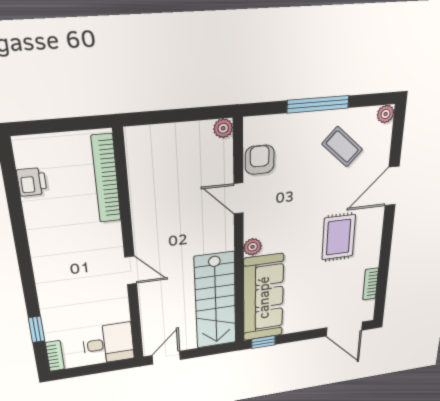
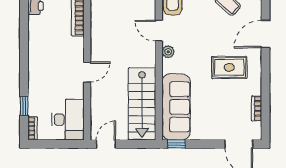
rug: (339, 237) -> (229, 67), turned 90
plant: (253, 247) -> (168, 52), moved
door: (131, 270) -> (87, 72), hinge flipped
desk: (108, 344) -> (68, 120), width x1.37

